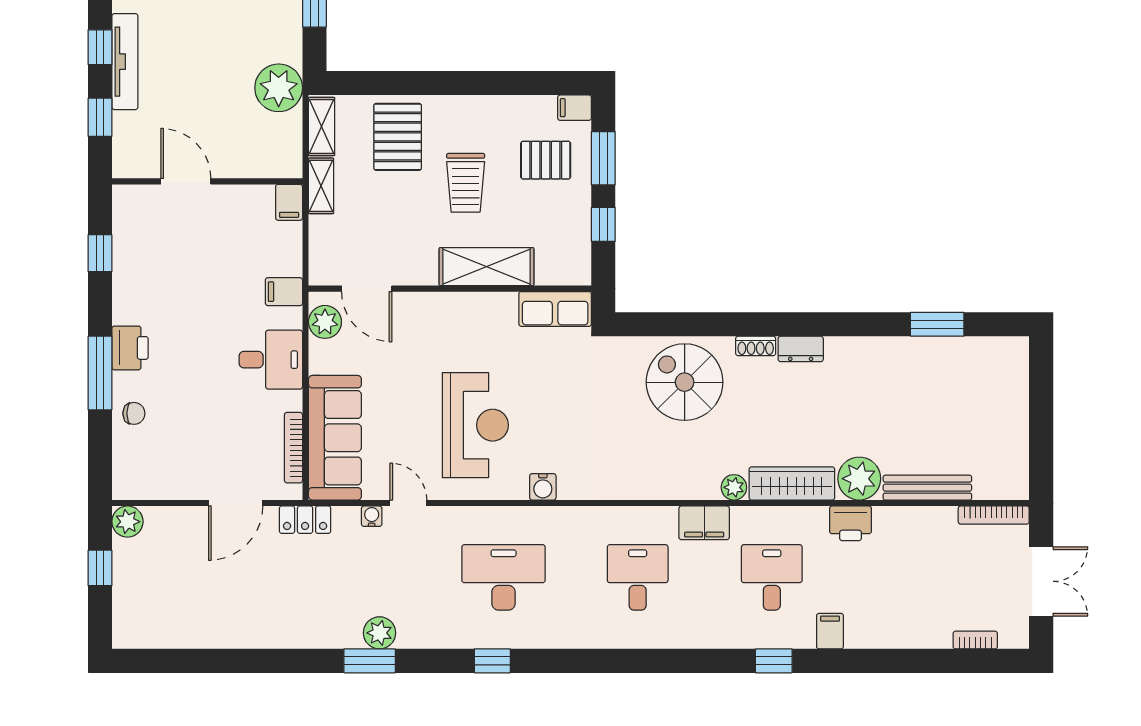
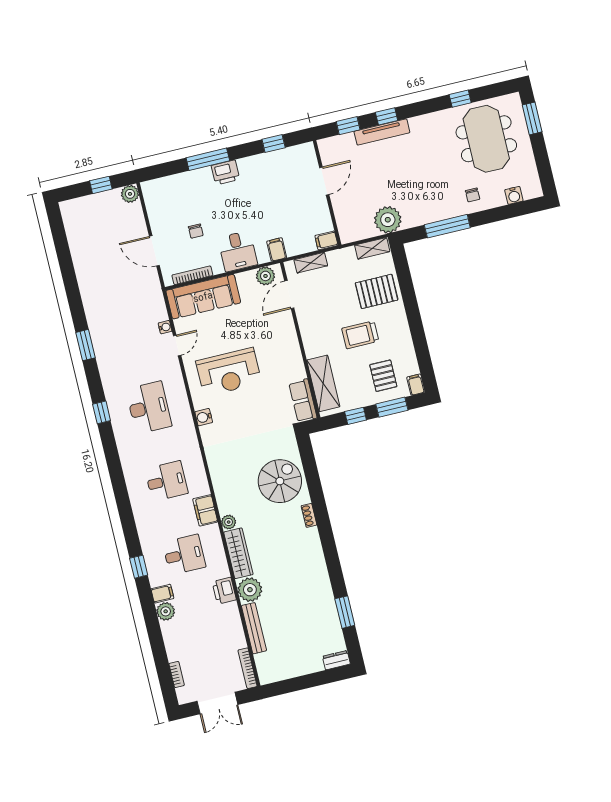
shelving: (321, 186) -> (311, 263), moved
shelving: (487, 267) -> (323, 383), moved
dresser: (801, 349) -> (336, 660), moved, turned 90
chair: (134, 413) -> (196, 231), moved
locker: (305, 520) -> (154, 291), removed
plant: (380, 633) -> (166, 611), moved

